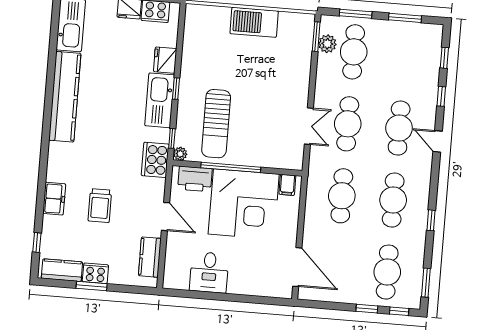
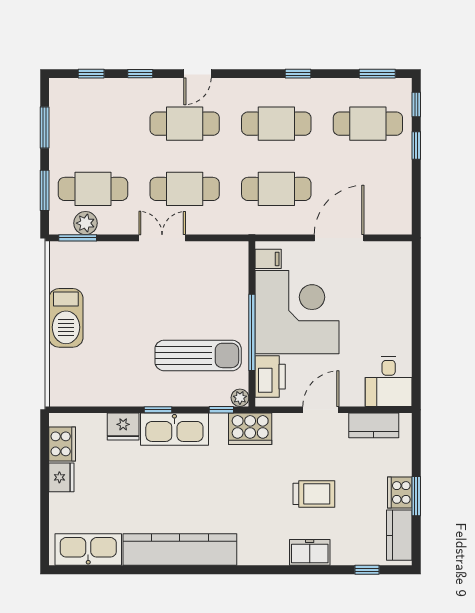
double door: (309, 126) -> (162, 238), moved
door: (297, 267) -> (339, 238), moved
desk: (209, 272) -> (389, 381), moved, turned 90

